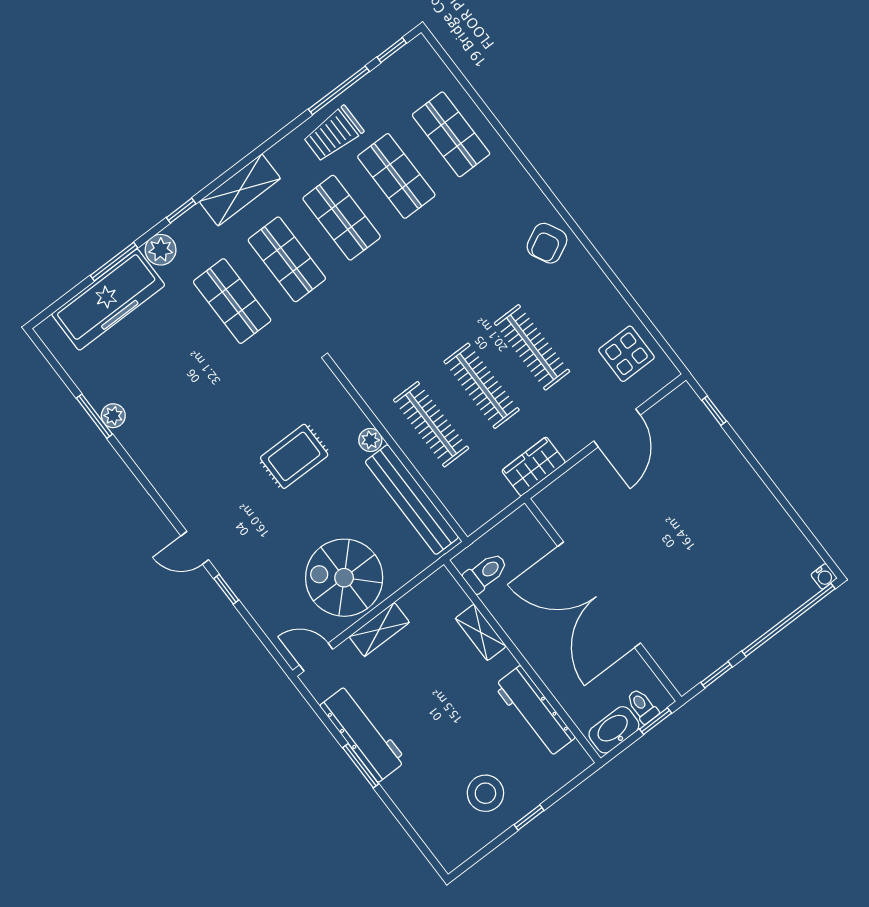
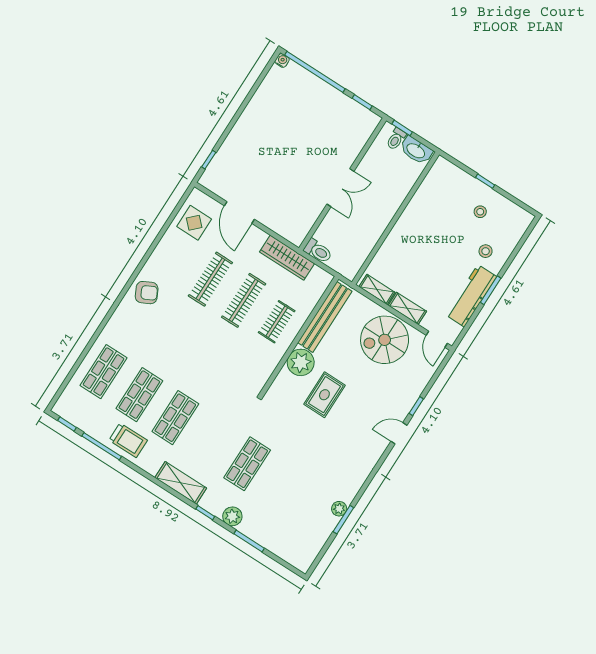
shop shelf: (287, 259) -> (211, 441), removed
freezer: (108, 300) -> (273, 536), removed
clothes rail: (431, 424) -> (277, 322), width x0.73
door: (617, 428) -> (239, 213), swing flipped
plant: (370, 440) -> (301, 362), width x1.87, depth x1.87
rug: (294, 456) -> (324, 395), turned 90
wardrobe: (534, 467) -> (287, 258), width x1.50
door: (195, 548) -> (399, 433), swing flipped
toilet: (486, 573) -> (318, 251), moved, turned 180
spiral stairs: (344, 578) -> (385, 340), turned 90
double door: (599, 595) -> (340, 188), width x0.54
shelving: (481, 632) -> (377, 289), moved, turned 90
workbench: (535, 712) -> (422, 200), removed
stool: (423, 780) -> (486, 251), added
stool: (485, 793) -> (480, 212), width x0.53, depth x0.53

